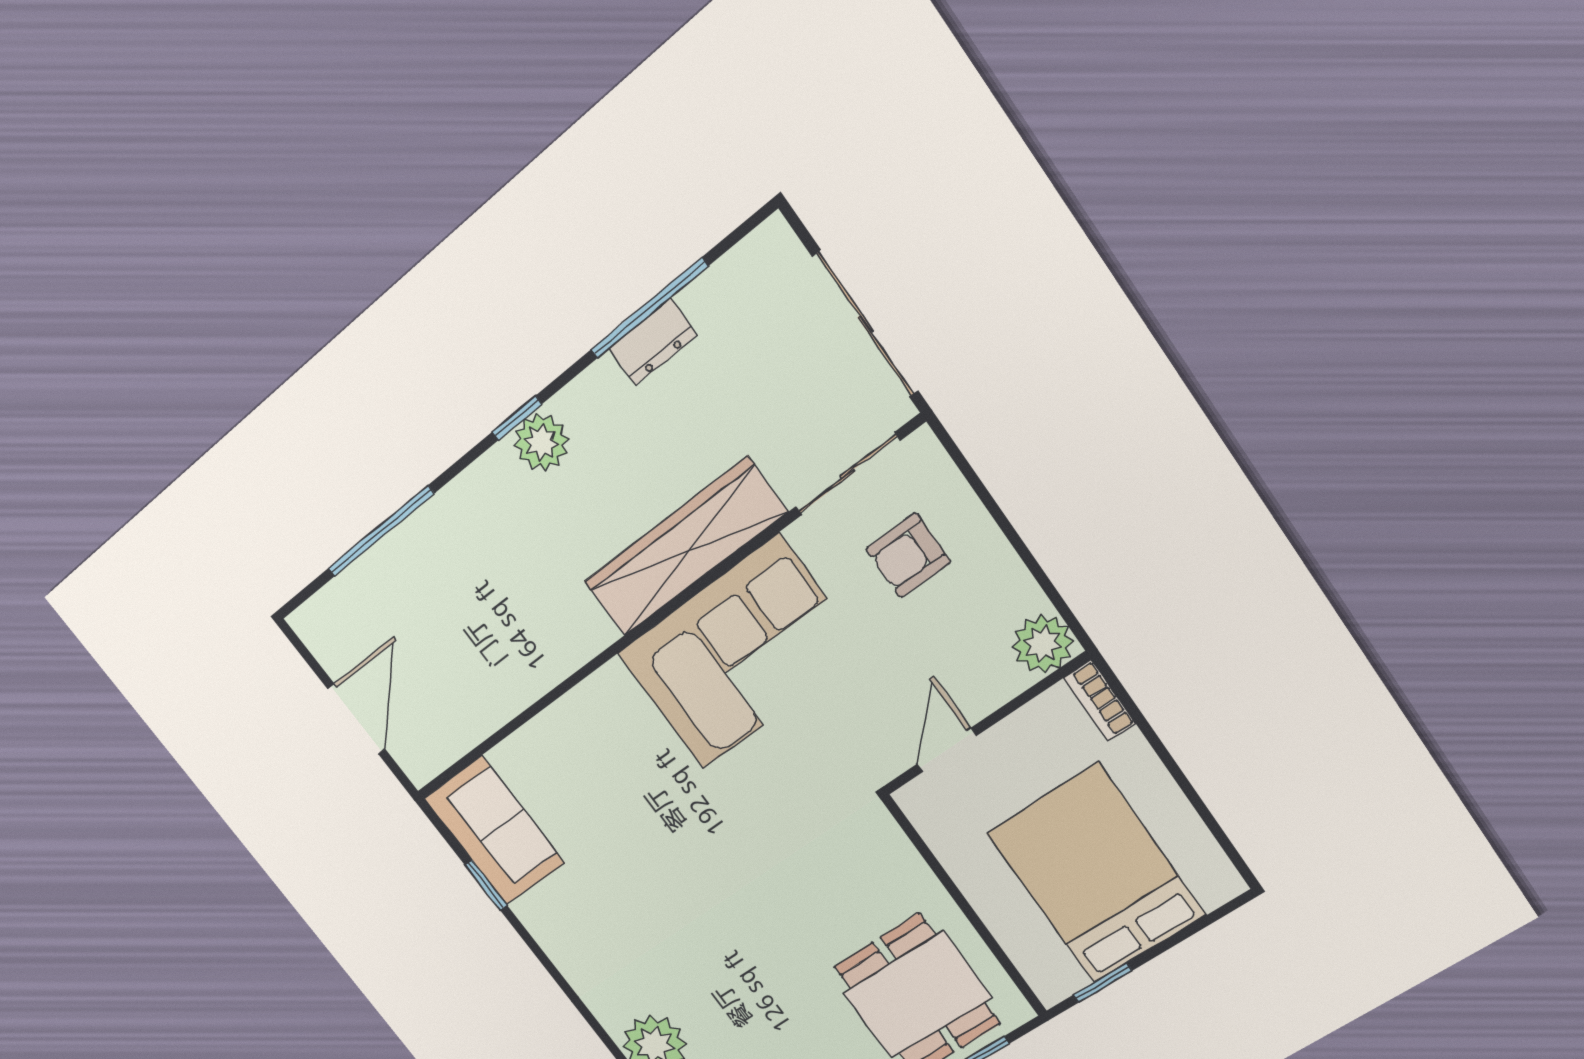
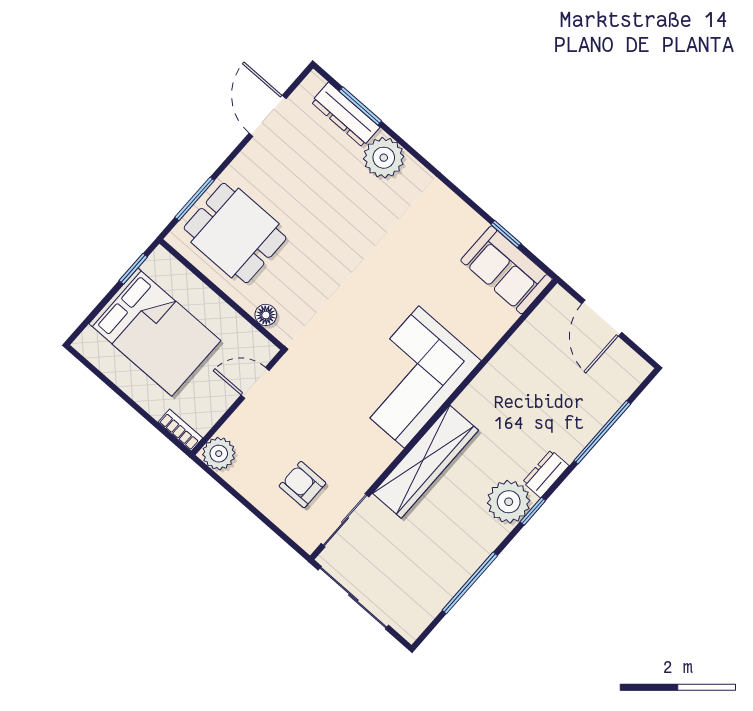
dresser: (653, 342) -> (546, 474), moved
plant: (541, 442) -> (509, 502), width x1.36, depth x1.36
armchair: (908, 555) -> (302, 485), turned -90
corner sofa: (740, 653) -> (412, 377), moved
door: (947, 750) -> (255, 383), swing flipped
floor lamp: (900, 856) -> (266, 315), added

